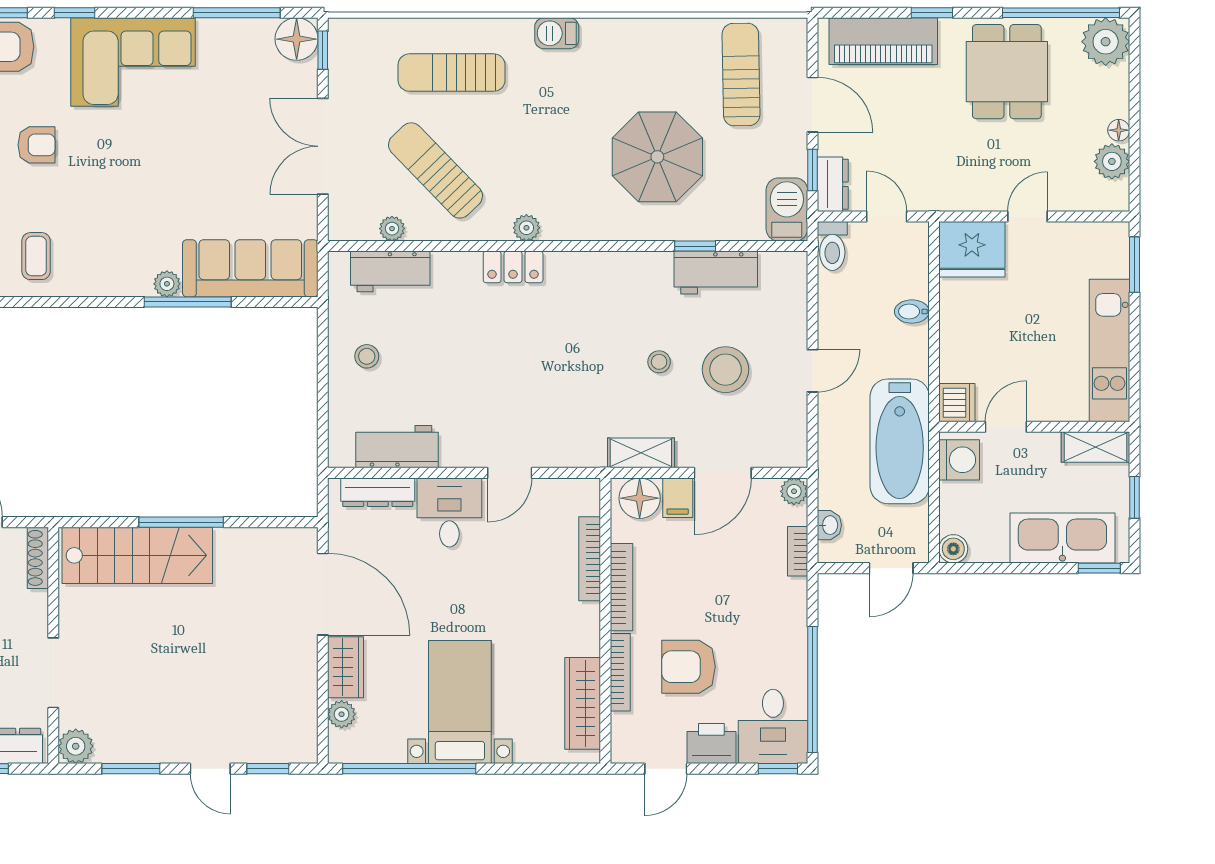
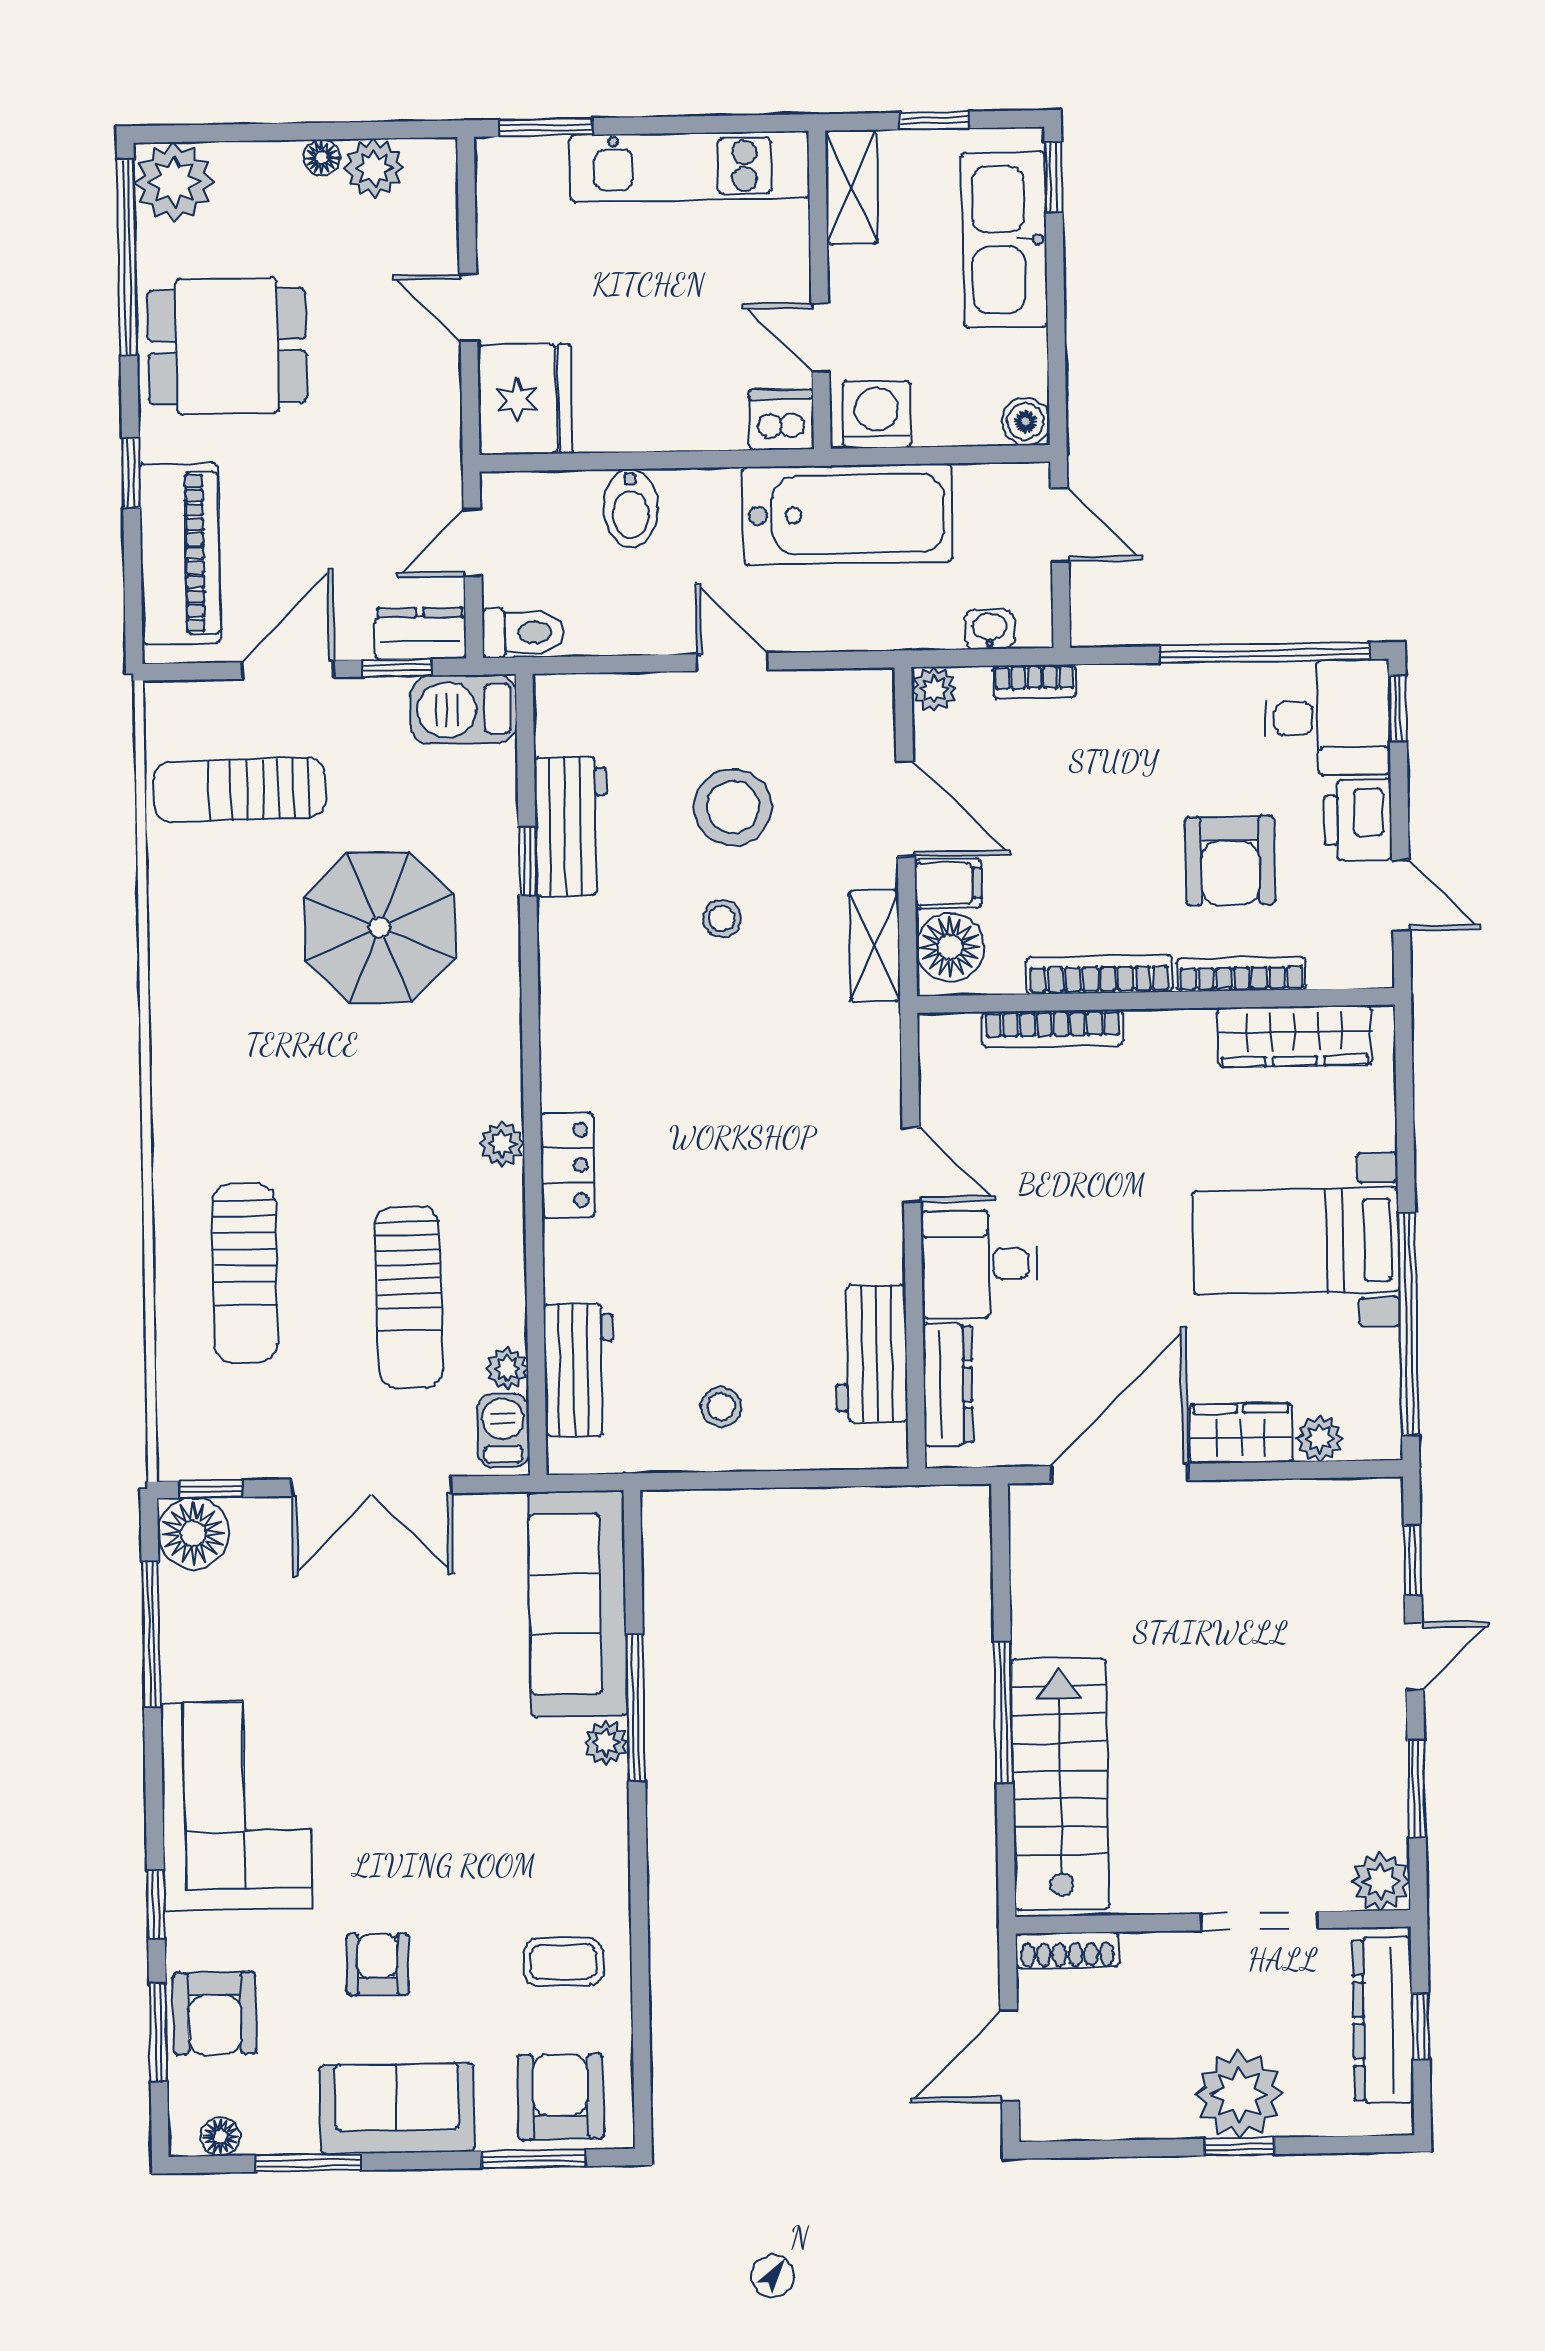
barbecue: (557, 33) -> (503, 1430), moved, turned 180
sun lounger: (436, 170) -> (409, 1297), turned -47
bidet: (912, 312) -> (631, 508), width x1.38, depth x1.36

